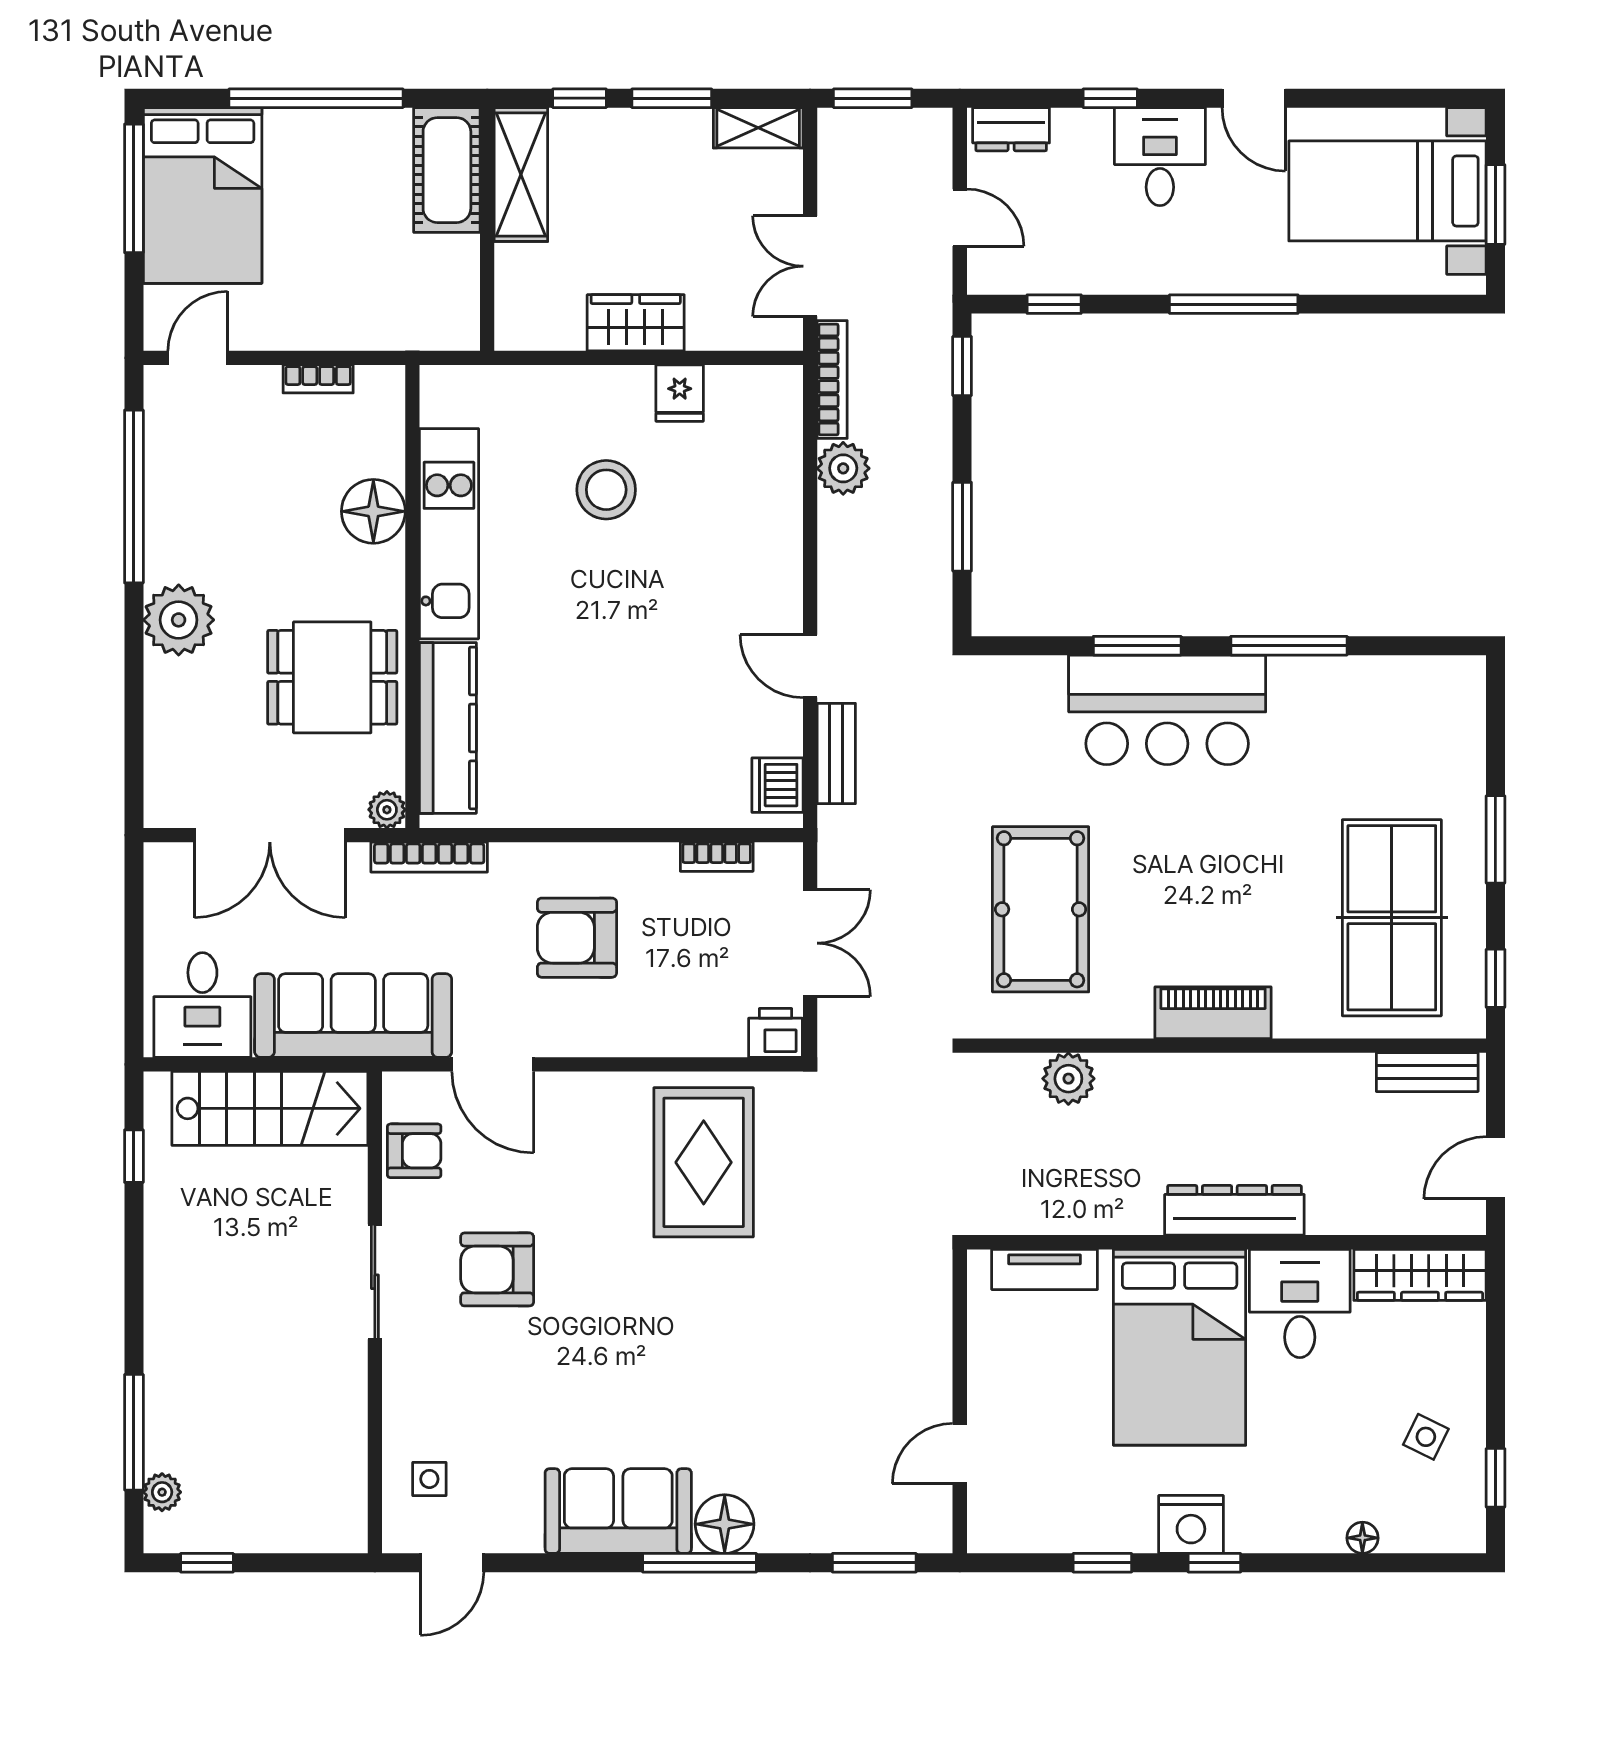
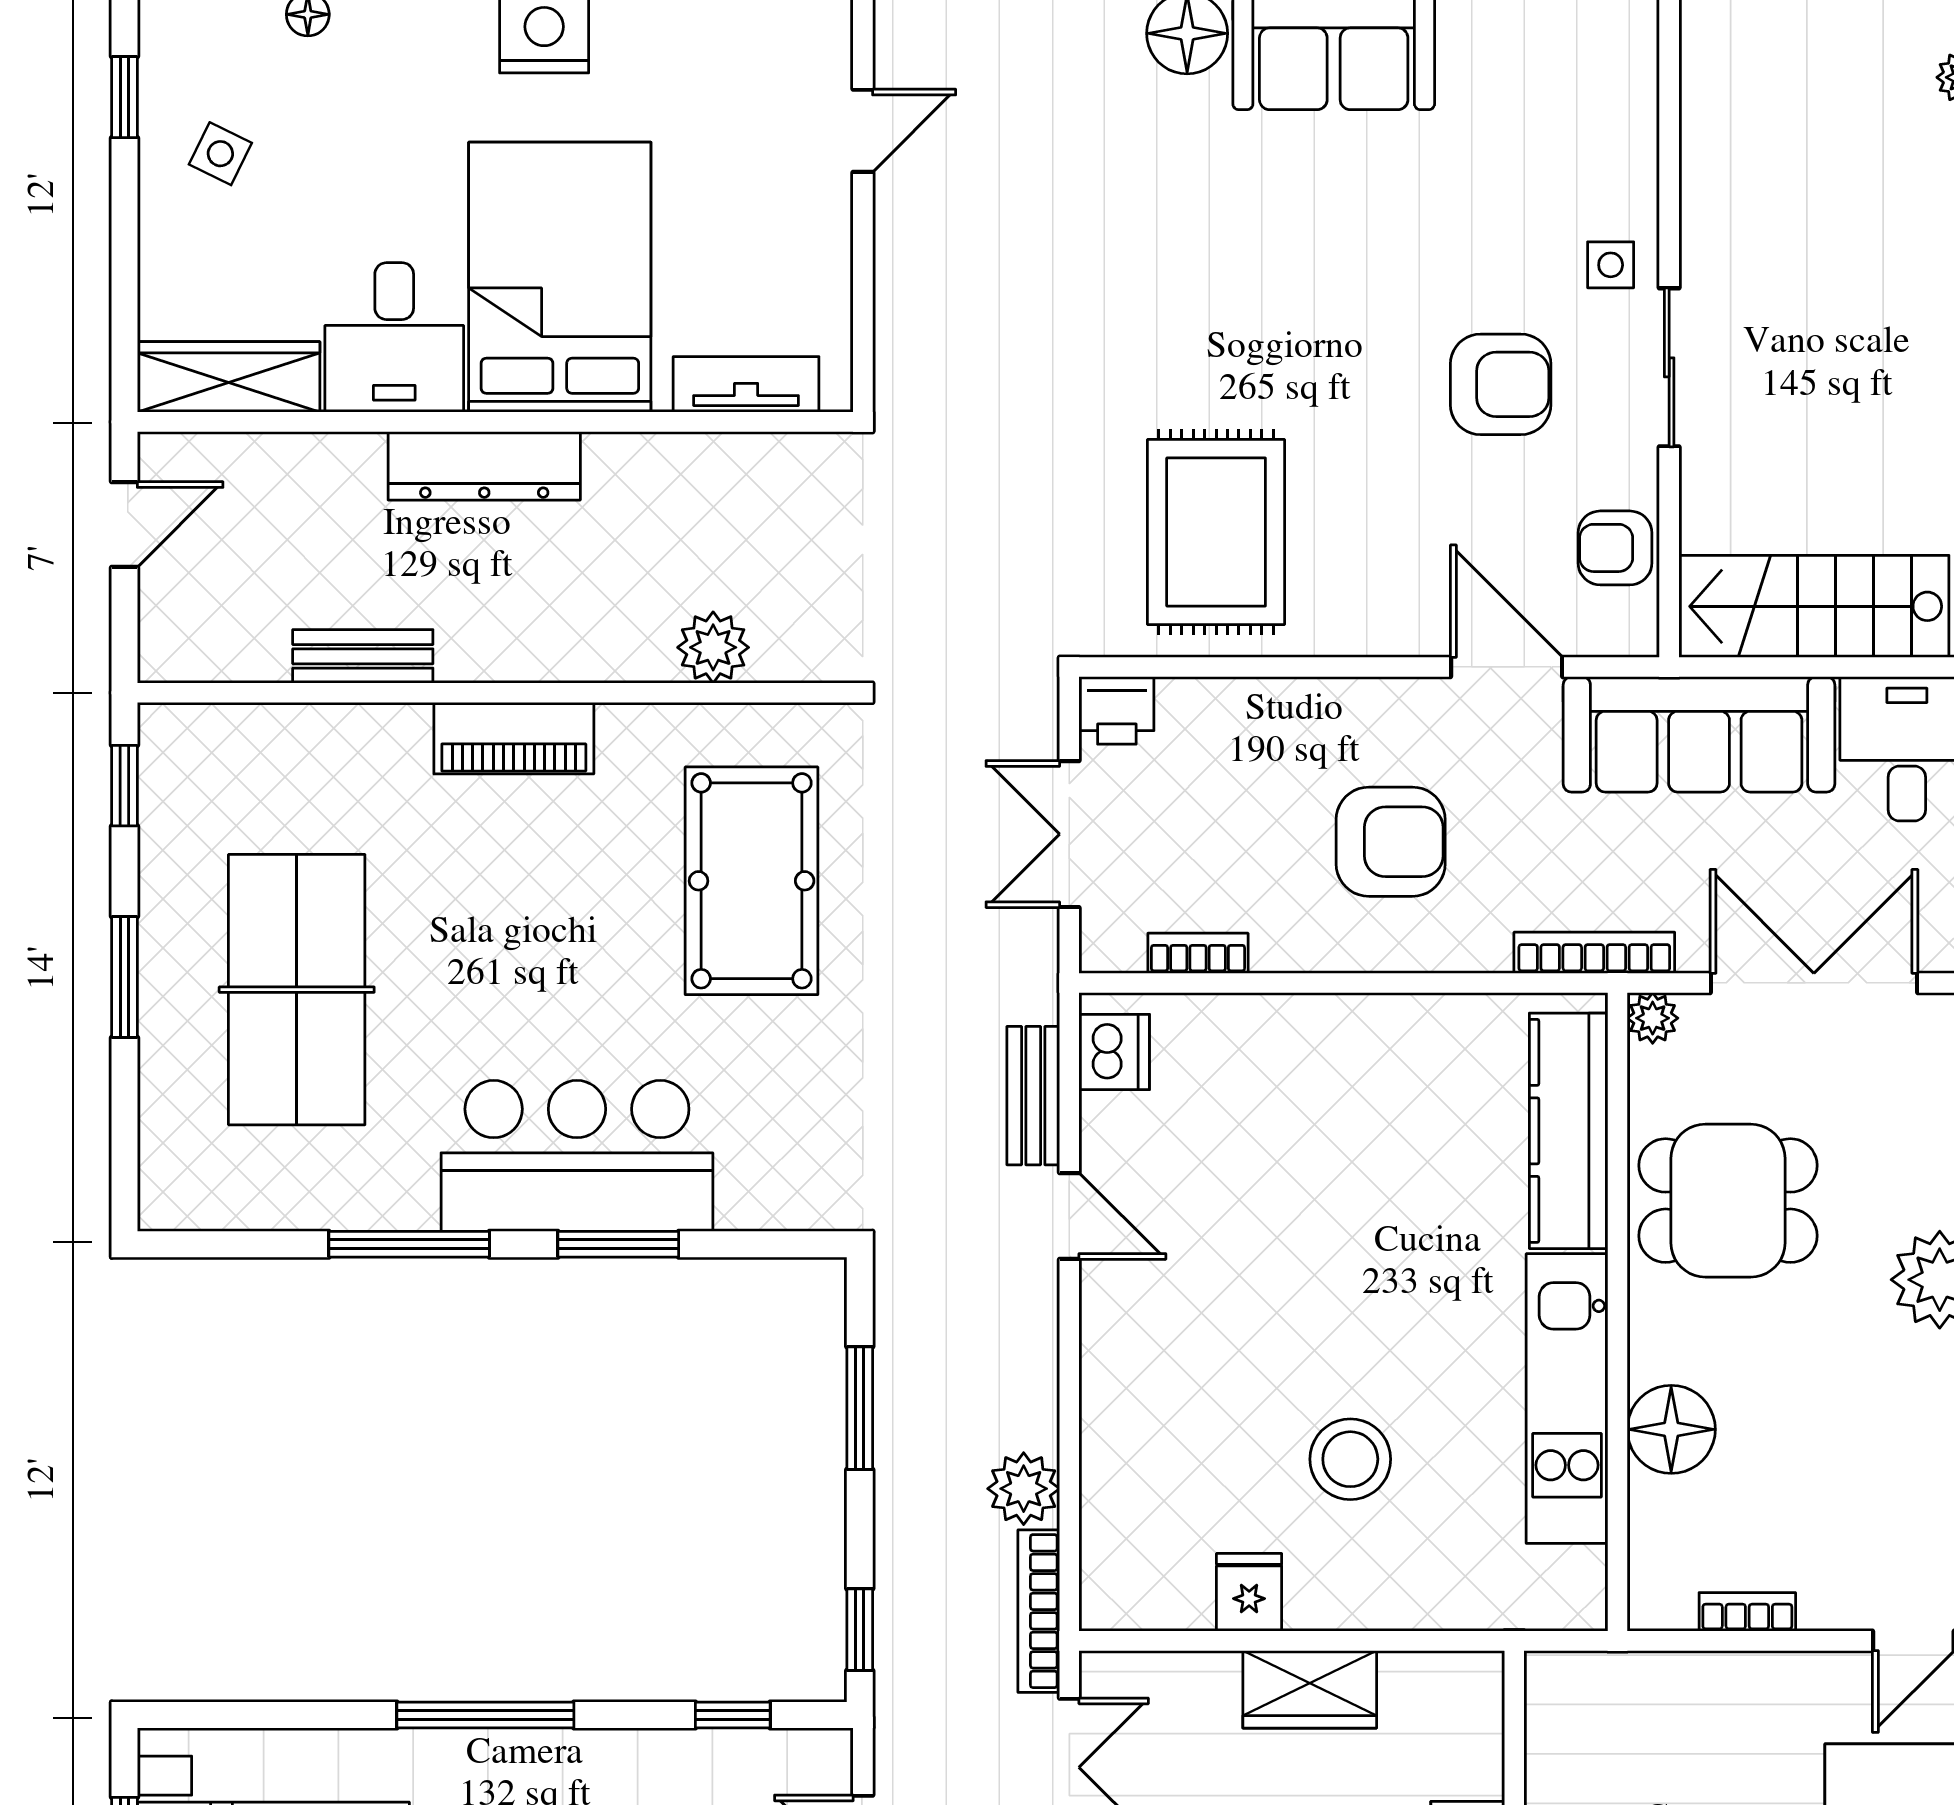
table tennis table: (1392, 918) -> (297, 990), moved
bench: (1427, 1072) -> (363, 656), moved
side table: (429, 1479) -> (1611, 265), moved

